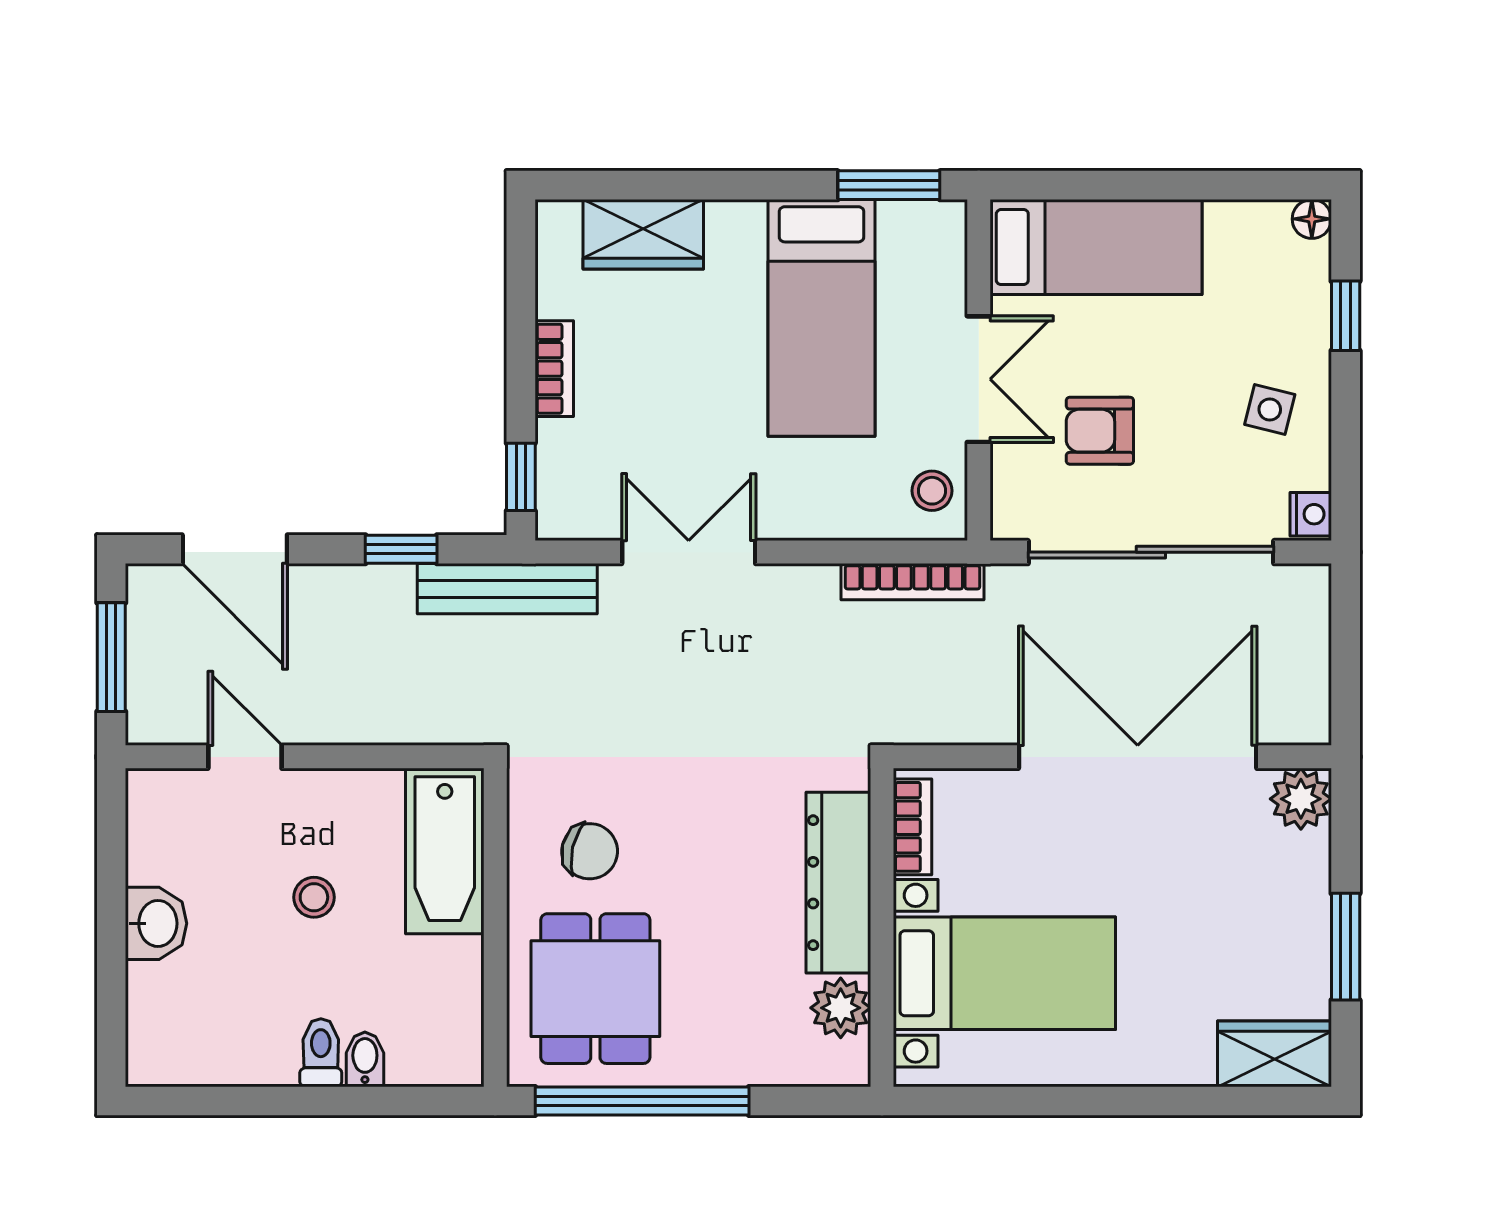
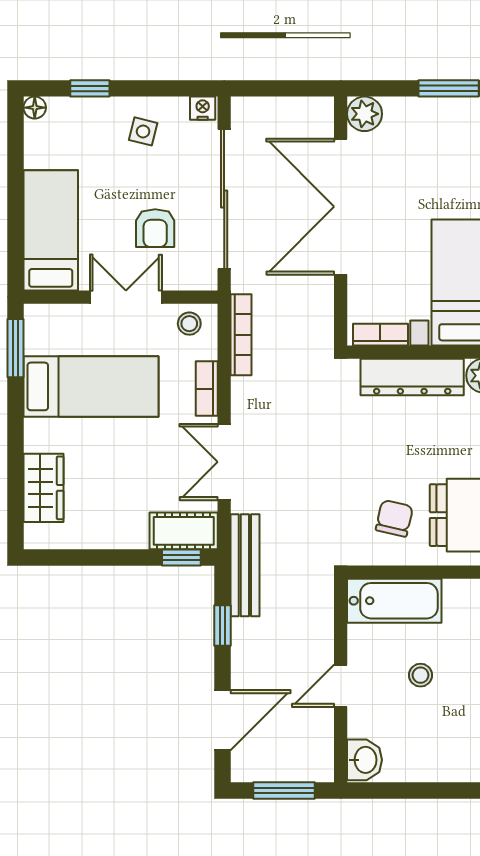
bookcase: (554, 369) -> (207, 389), moved, turned -90
cot: (567, 481) -> (184, 531), added
door: (245, 757) -> (341, 686), moved
washbasin: (156, 923) -> (365, 760), moved, turned 90

